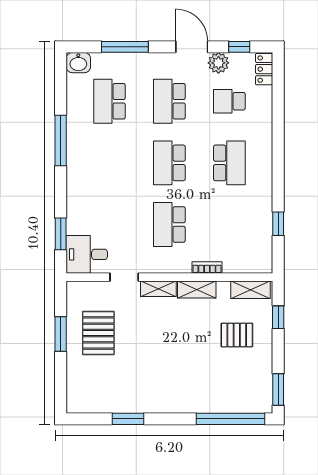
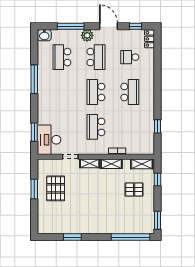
plant: (218, 63) -> (87, 35), moved
school desk: (169, 101) -> (96, 57), turned 180
desk: (87, 254) -> (49, 140), width x1.37

